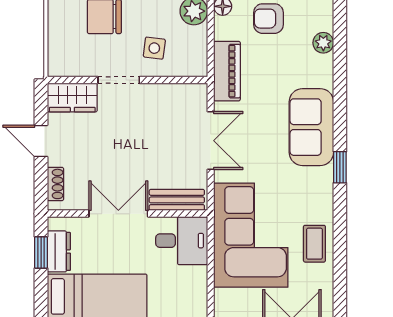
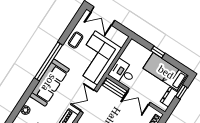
sofa: (311, 127) -> (49, 83), width x1.36
window: (340, 167) -> (49, 62), width x3.17
window: (41, 252) -> (182, 92), moved

